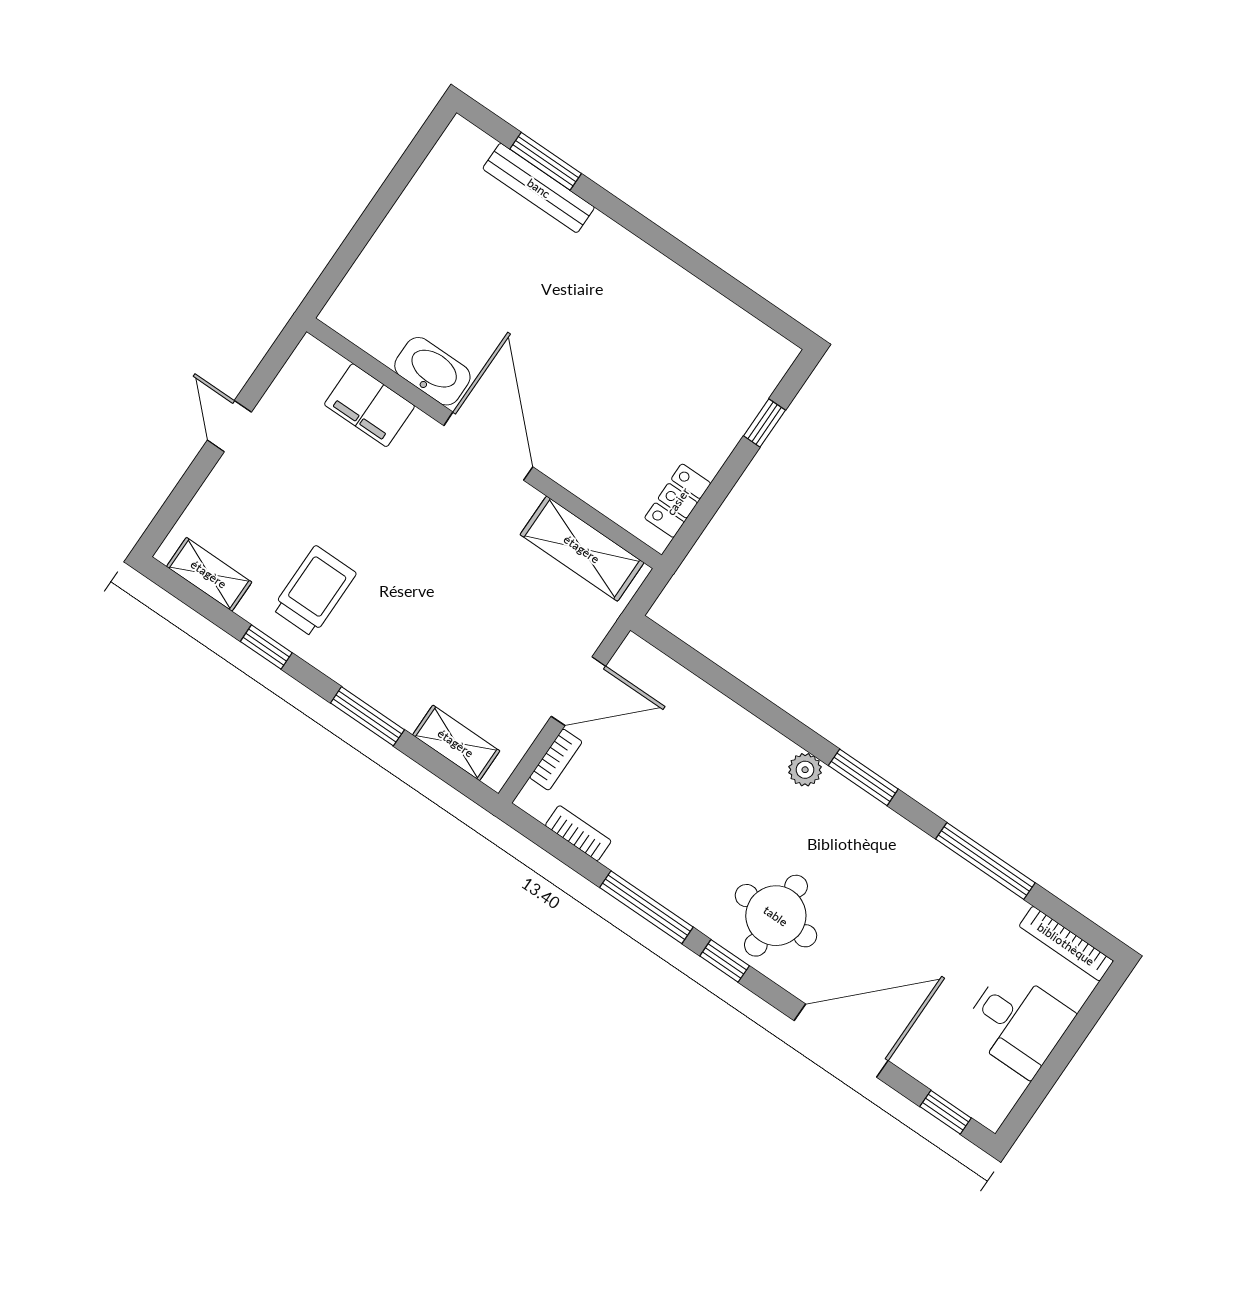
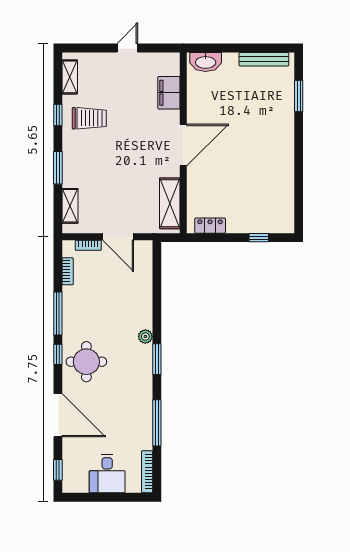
bench: (539, 188) -> (264, 59), moved, turned 90
washbasin: (432, 371) -> (206, 62), moved, turned 90

